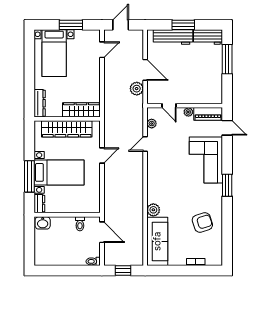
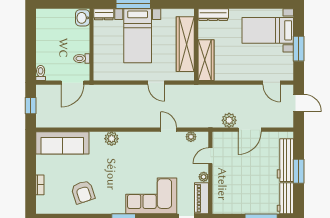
plant: (153, 210) -> (112, 139), moved

